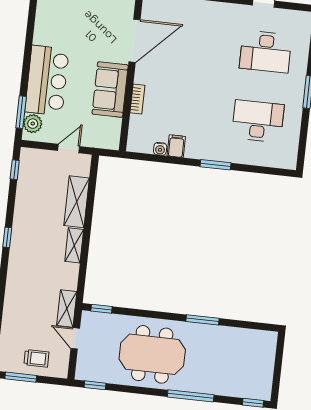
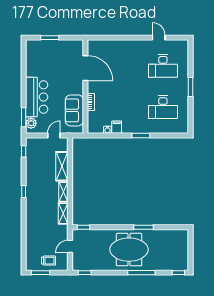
door: (134, 41) -> (85, 68), hinge flipped
sofa: (110, 90) -> (74, 110), moved
desk: (258, 121) -> (163, 107), turned 180
shelving: (67, 308) -> (63, 213), moved
door: (75, 338) -> (70, 246), hinge flipped
meeting table: (152, 354) -> (129, 250), moved

